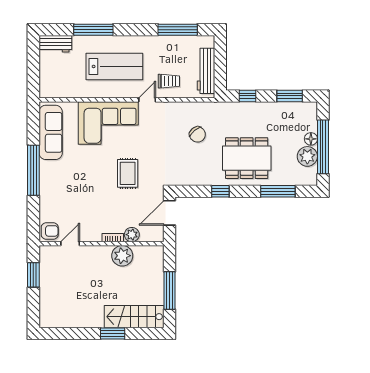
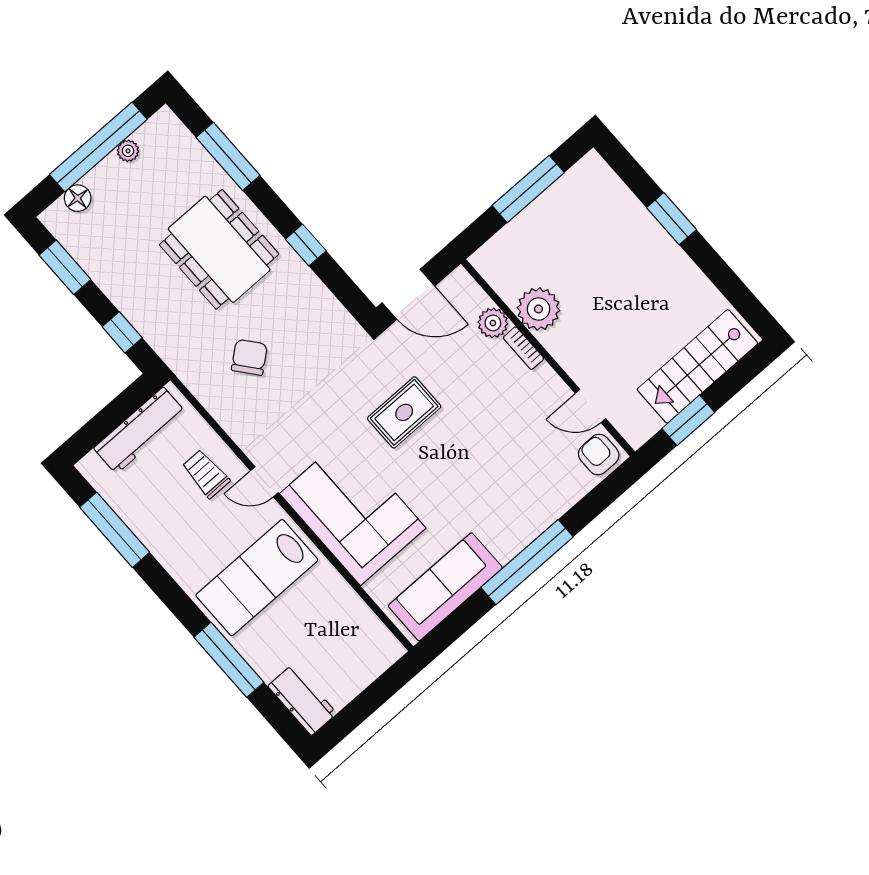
lab bench: (114, 66) -> (257, 578), turned -90
floor lamp: (311, 139) -> (78, 198), moved
plant: (307, 156) -> (128, 151), width x0.53, depth x0.53
stairs: (134, 317) -> (697, 366), moved, turned 90

